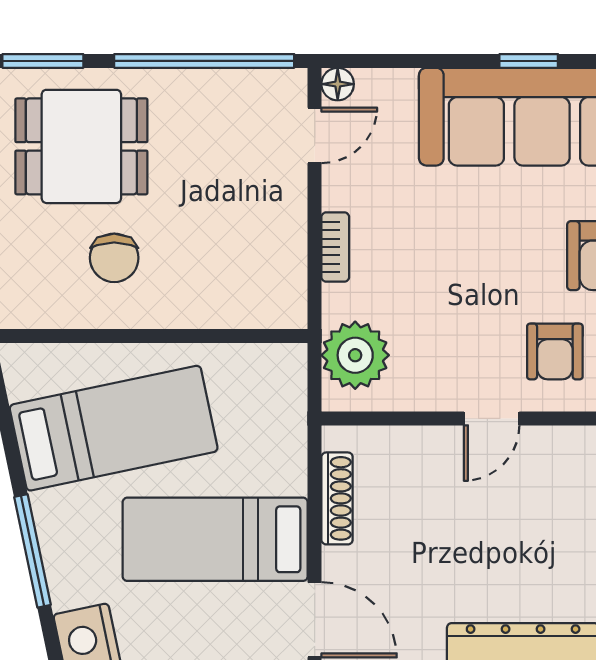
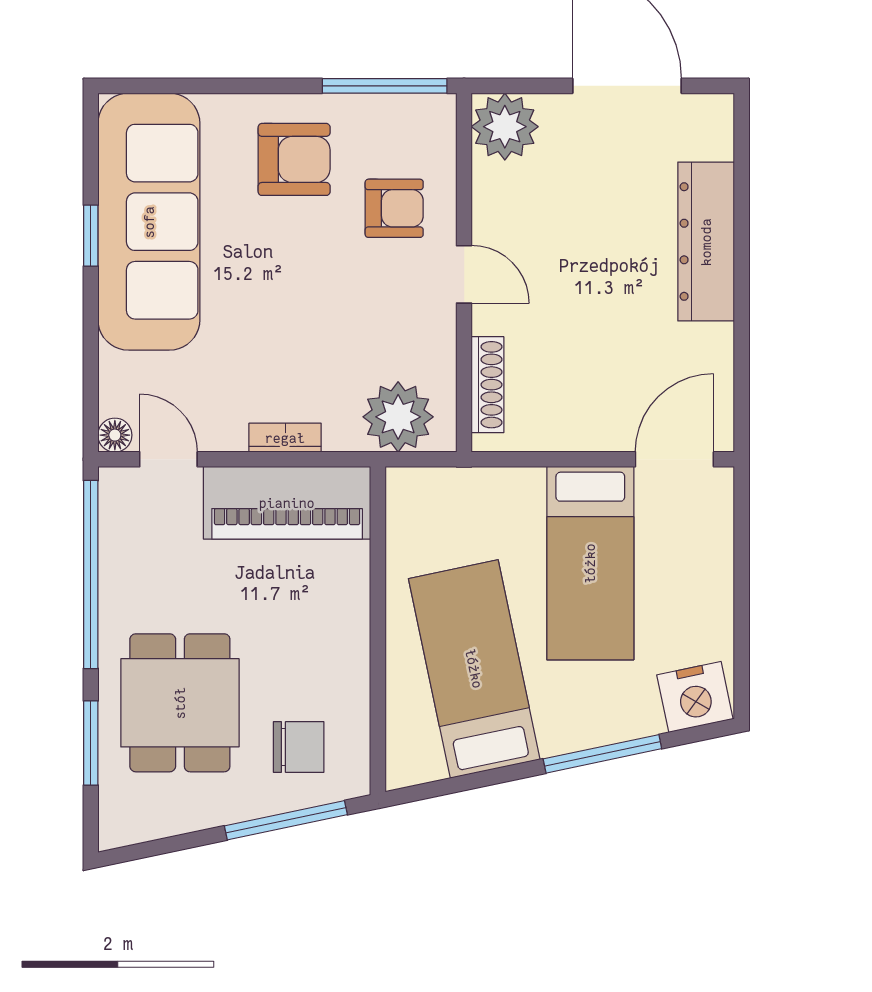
piano: (273, 249) -> (287, 503), added
chair: (114, 258) -> (299, 747), moved
shoe rack: (337, 498) -> (488, 385), moved, turned 90

